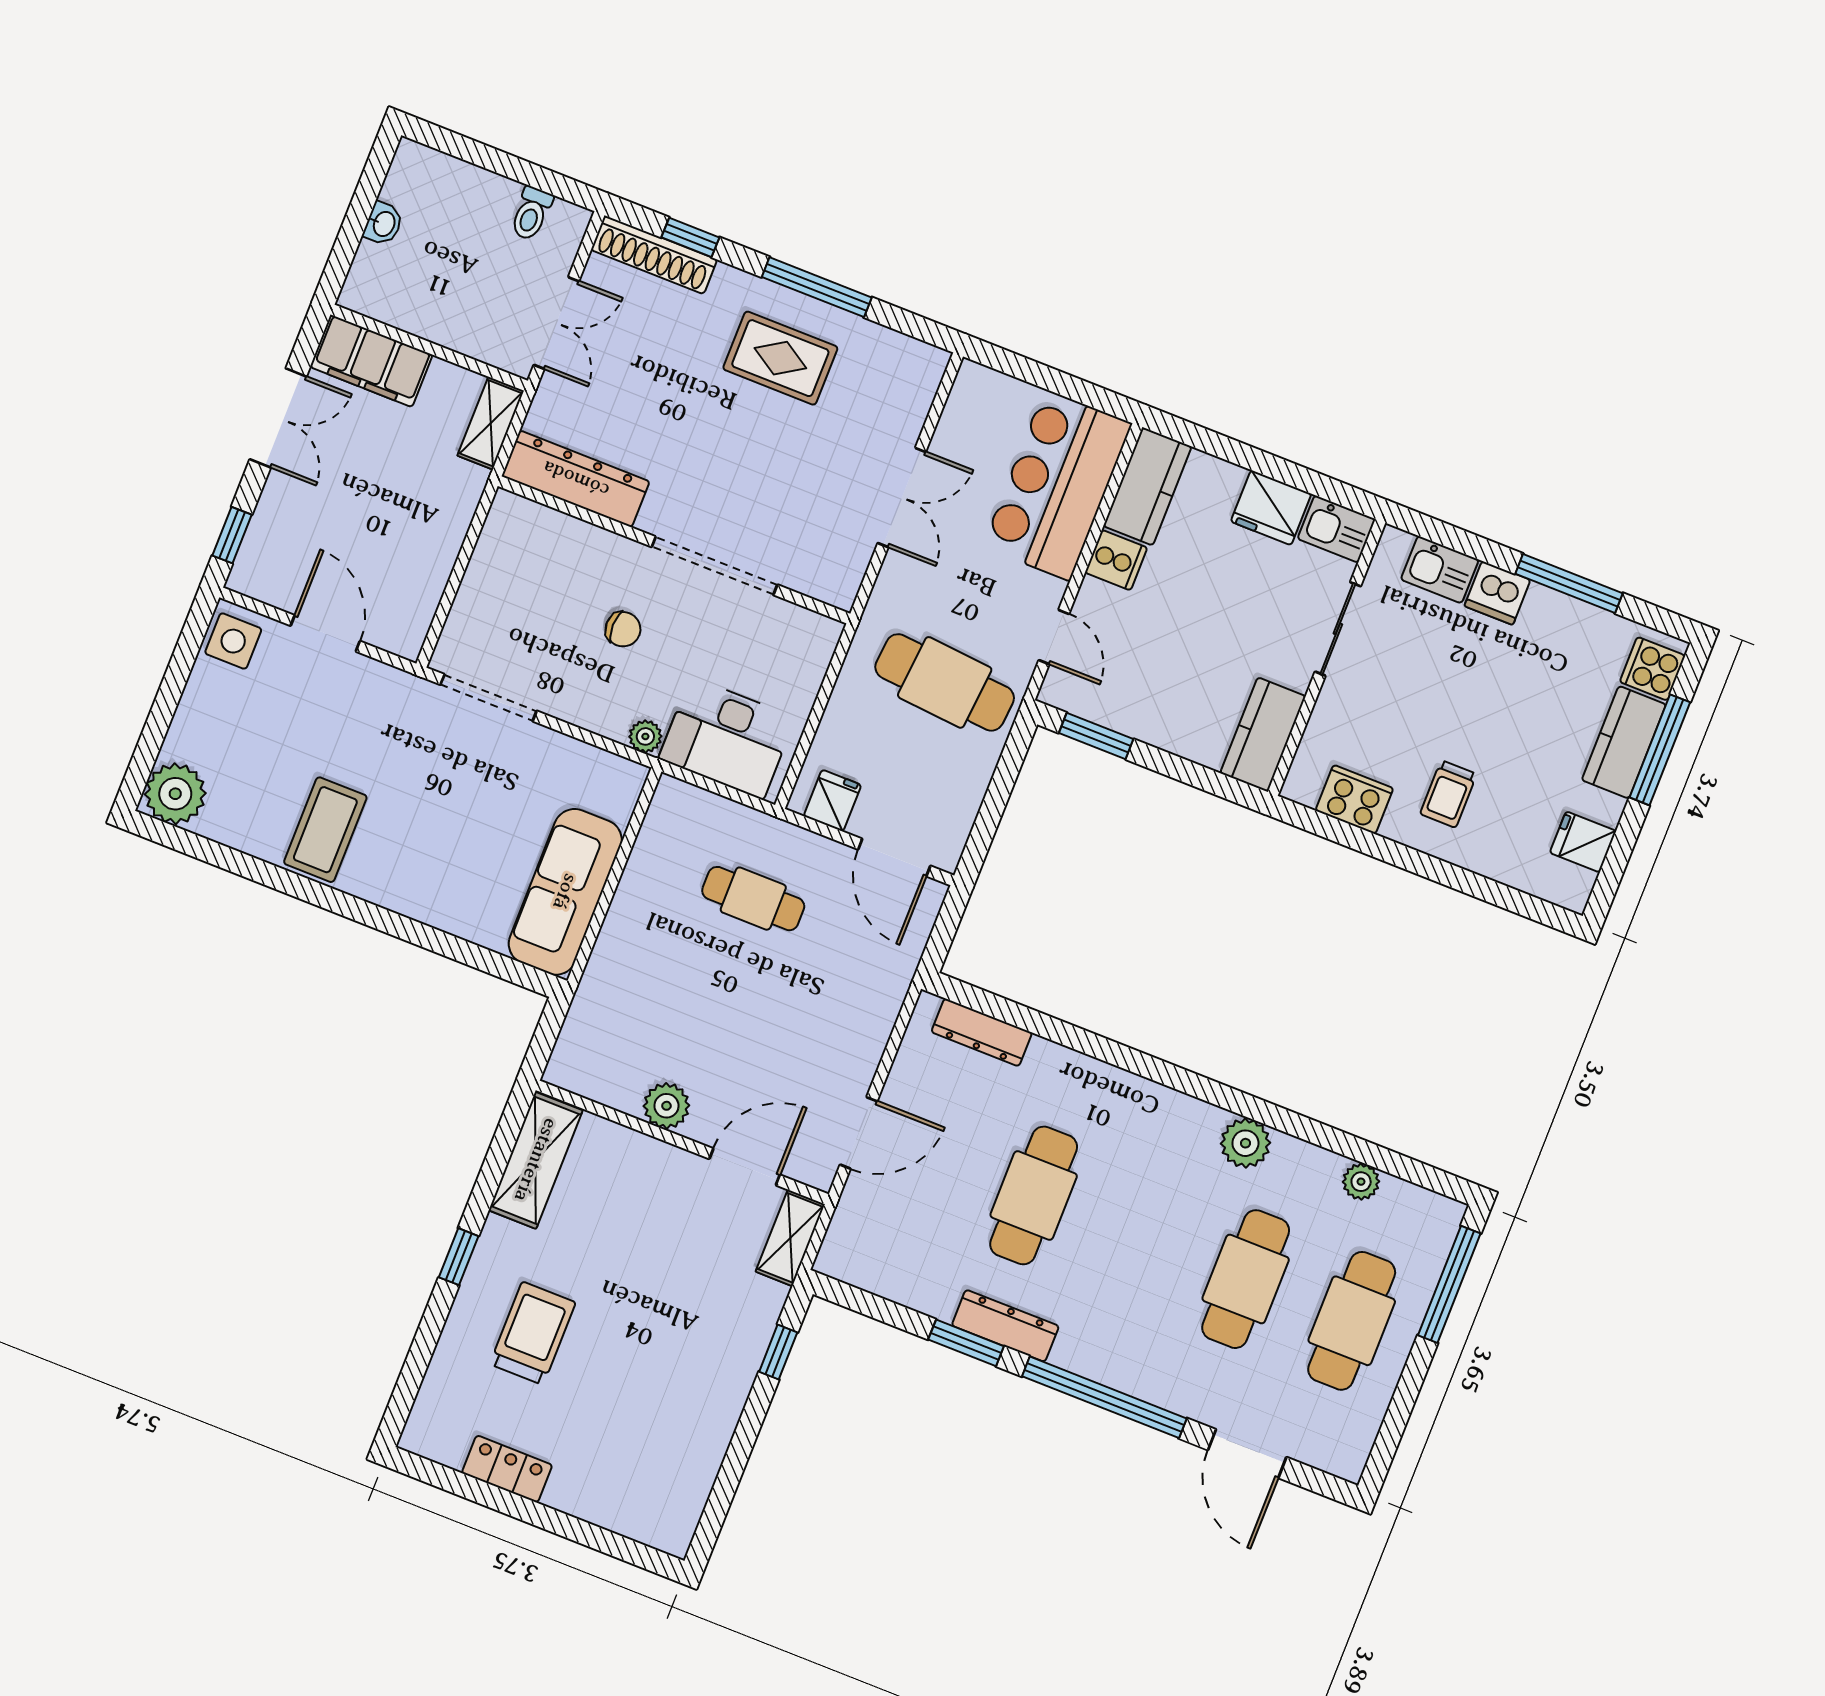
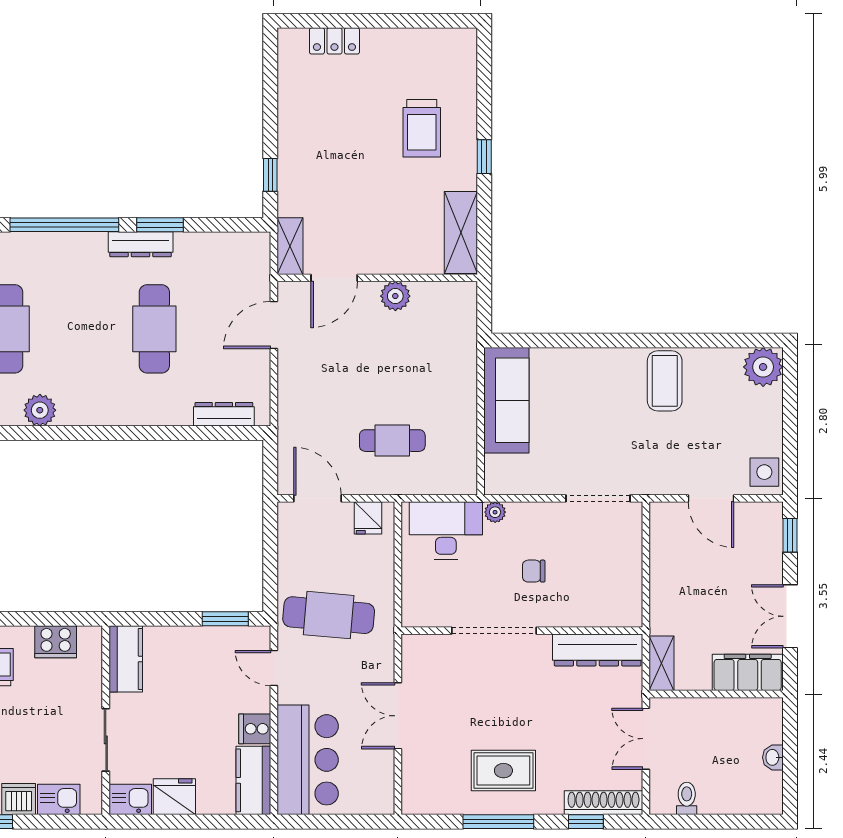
locker: (507, 1469) -> (334, 41), moved

